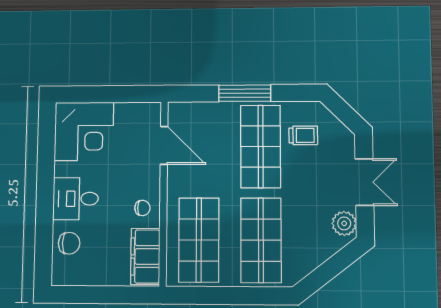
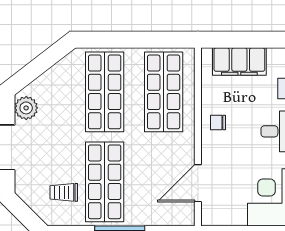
door: (164, 145) -> (198, 183), hinge flipped
filing cabinet: (145, 256) -> (239, 62), moved, turned 90

